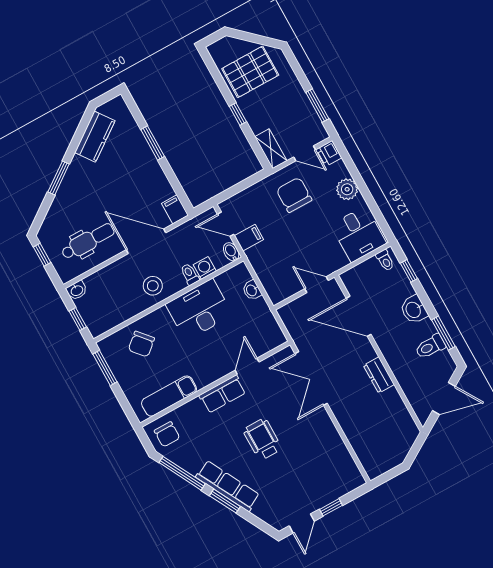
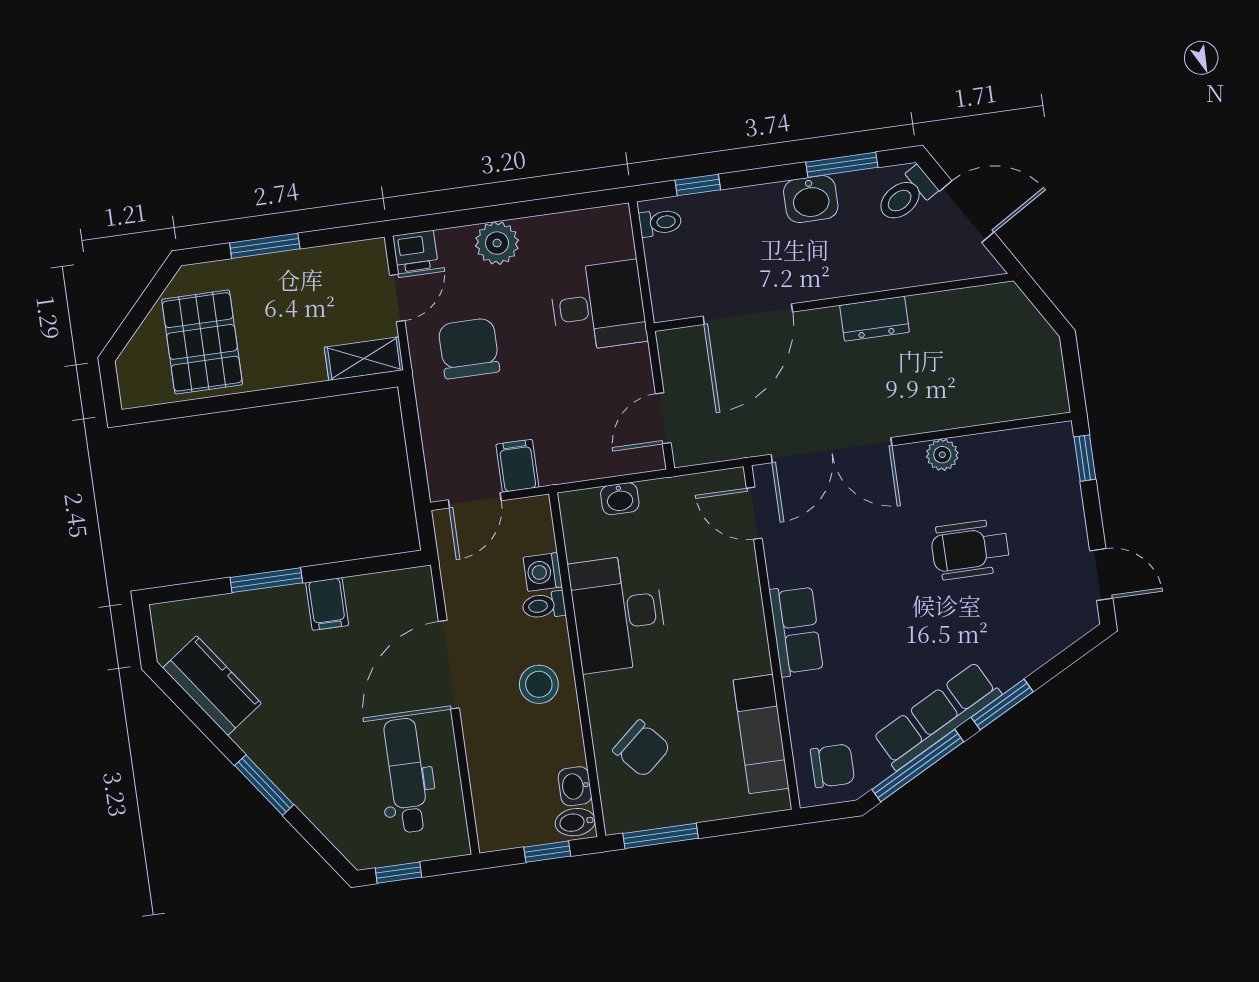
window: (317, 106) -> (265, 246), moved
window: (238, 114) -> (274, 396), removed
chair: (294, 195) -> (469, 348), turned 90
filing cabinet: (175, 209) -> (327, 604), moved, turned -90
desk: (358, 234) -> (598, 306), moved
bidet: (231, 252) -> (575, 822), moved
door: (317, 285) -> (663, 418), moved
washbasin: (77, 290) -> (575, 786), moved, turned 180
washbasin: (414, 310) -> (811, 199), moved
toilet: (430, 347) -> (906, 195), moved, turned 58
door: (247, 366) -> (754, 513), moved
door: (444, 398) -> (967, 212), hinge flipped
plant: (328, 430) -> (942, 455), added
wheelchair: (262, 439) -> (970, 549), moved
row of seats: (228, 486) -> (937, 716), moved
window: (331, 507) -> (1085, 458), moved

